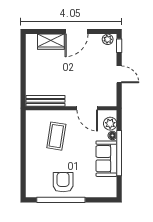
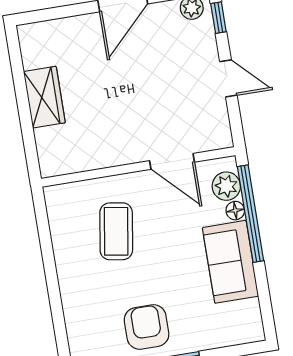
wardrobe: (51, 42) -> (44, 97), moved, turned -90
bench: (46, 101) -> (81, 160), removed
window: (119, 153) -> (251, 214), moved

